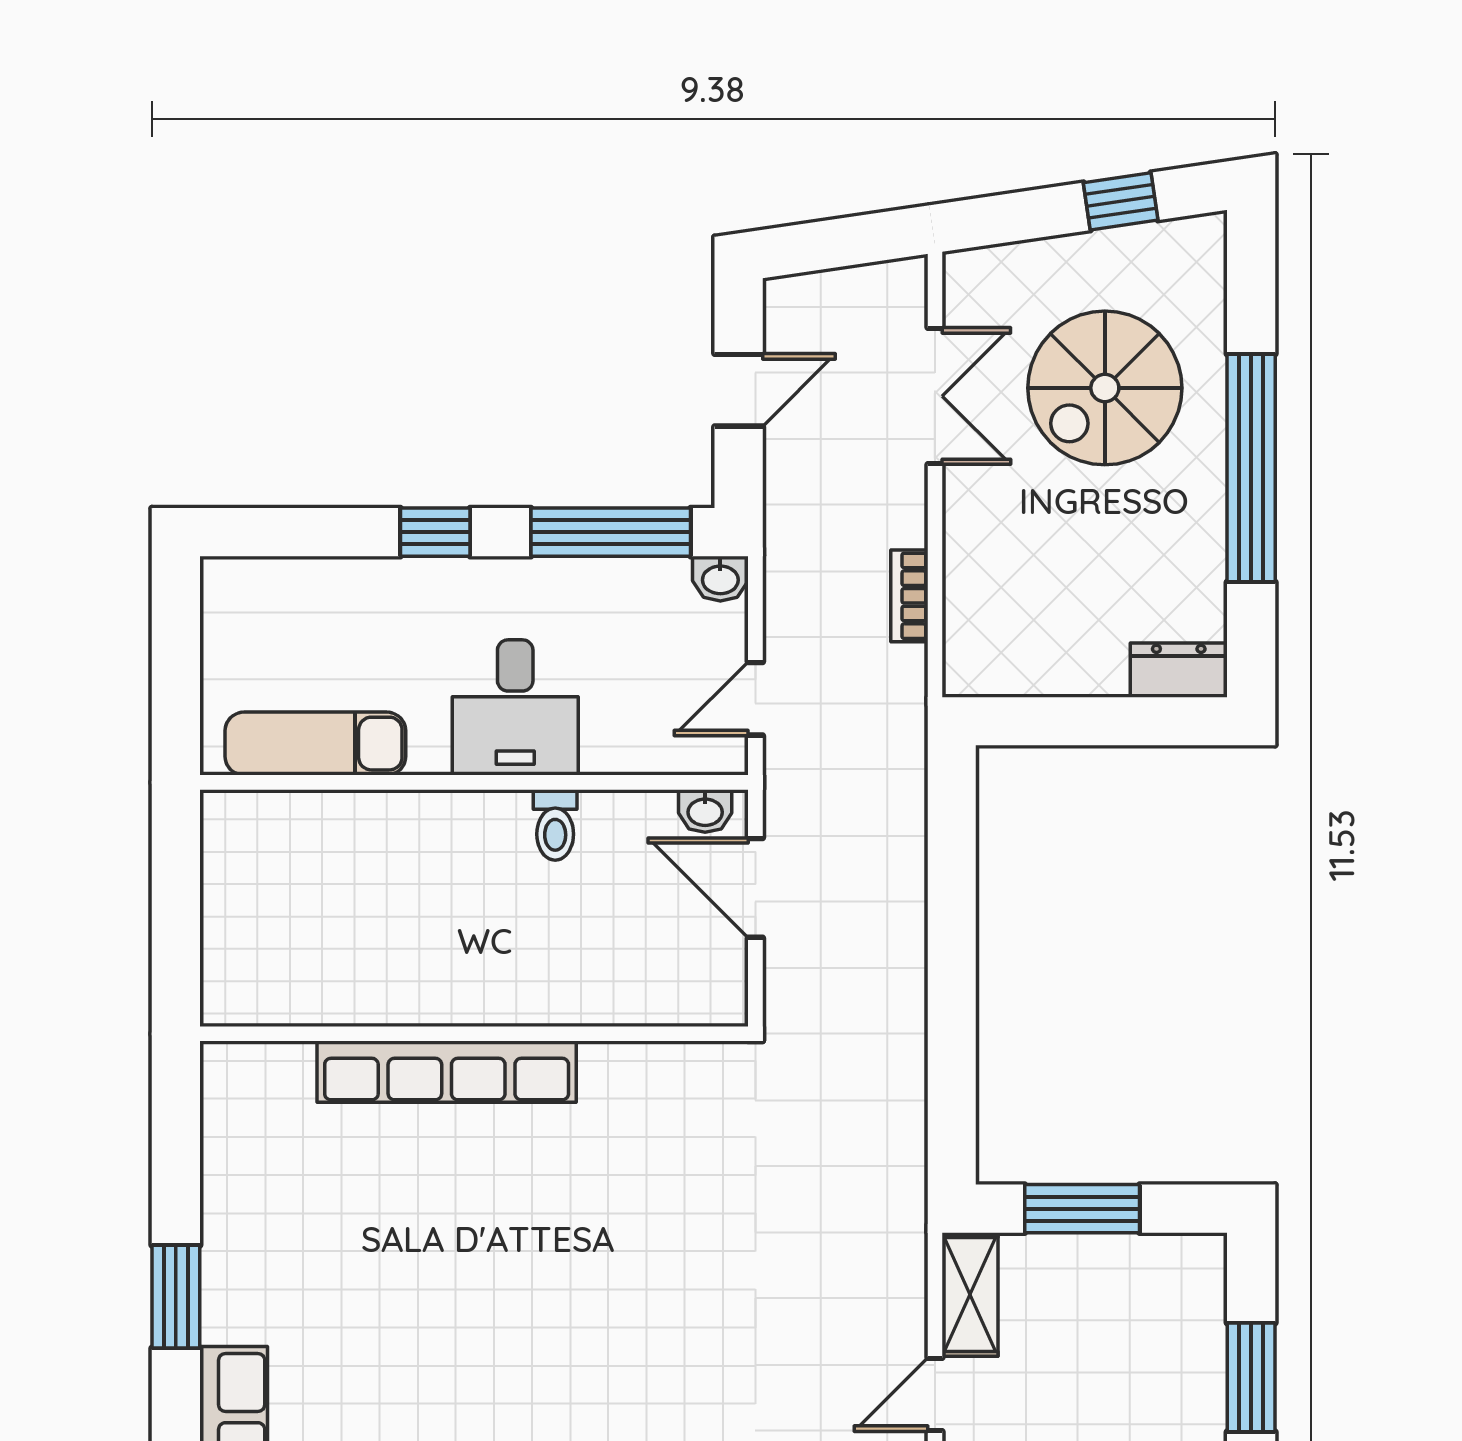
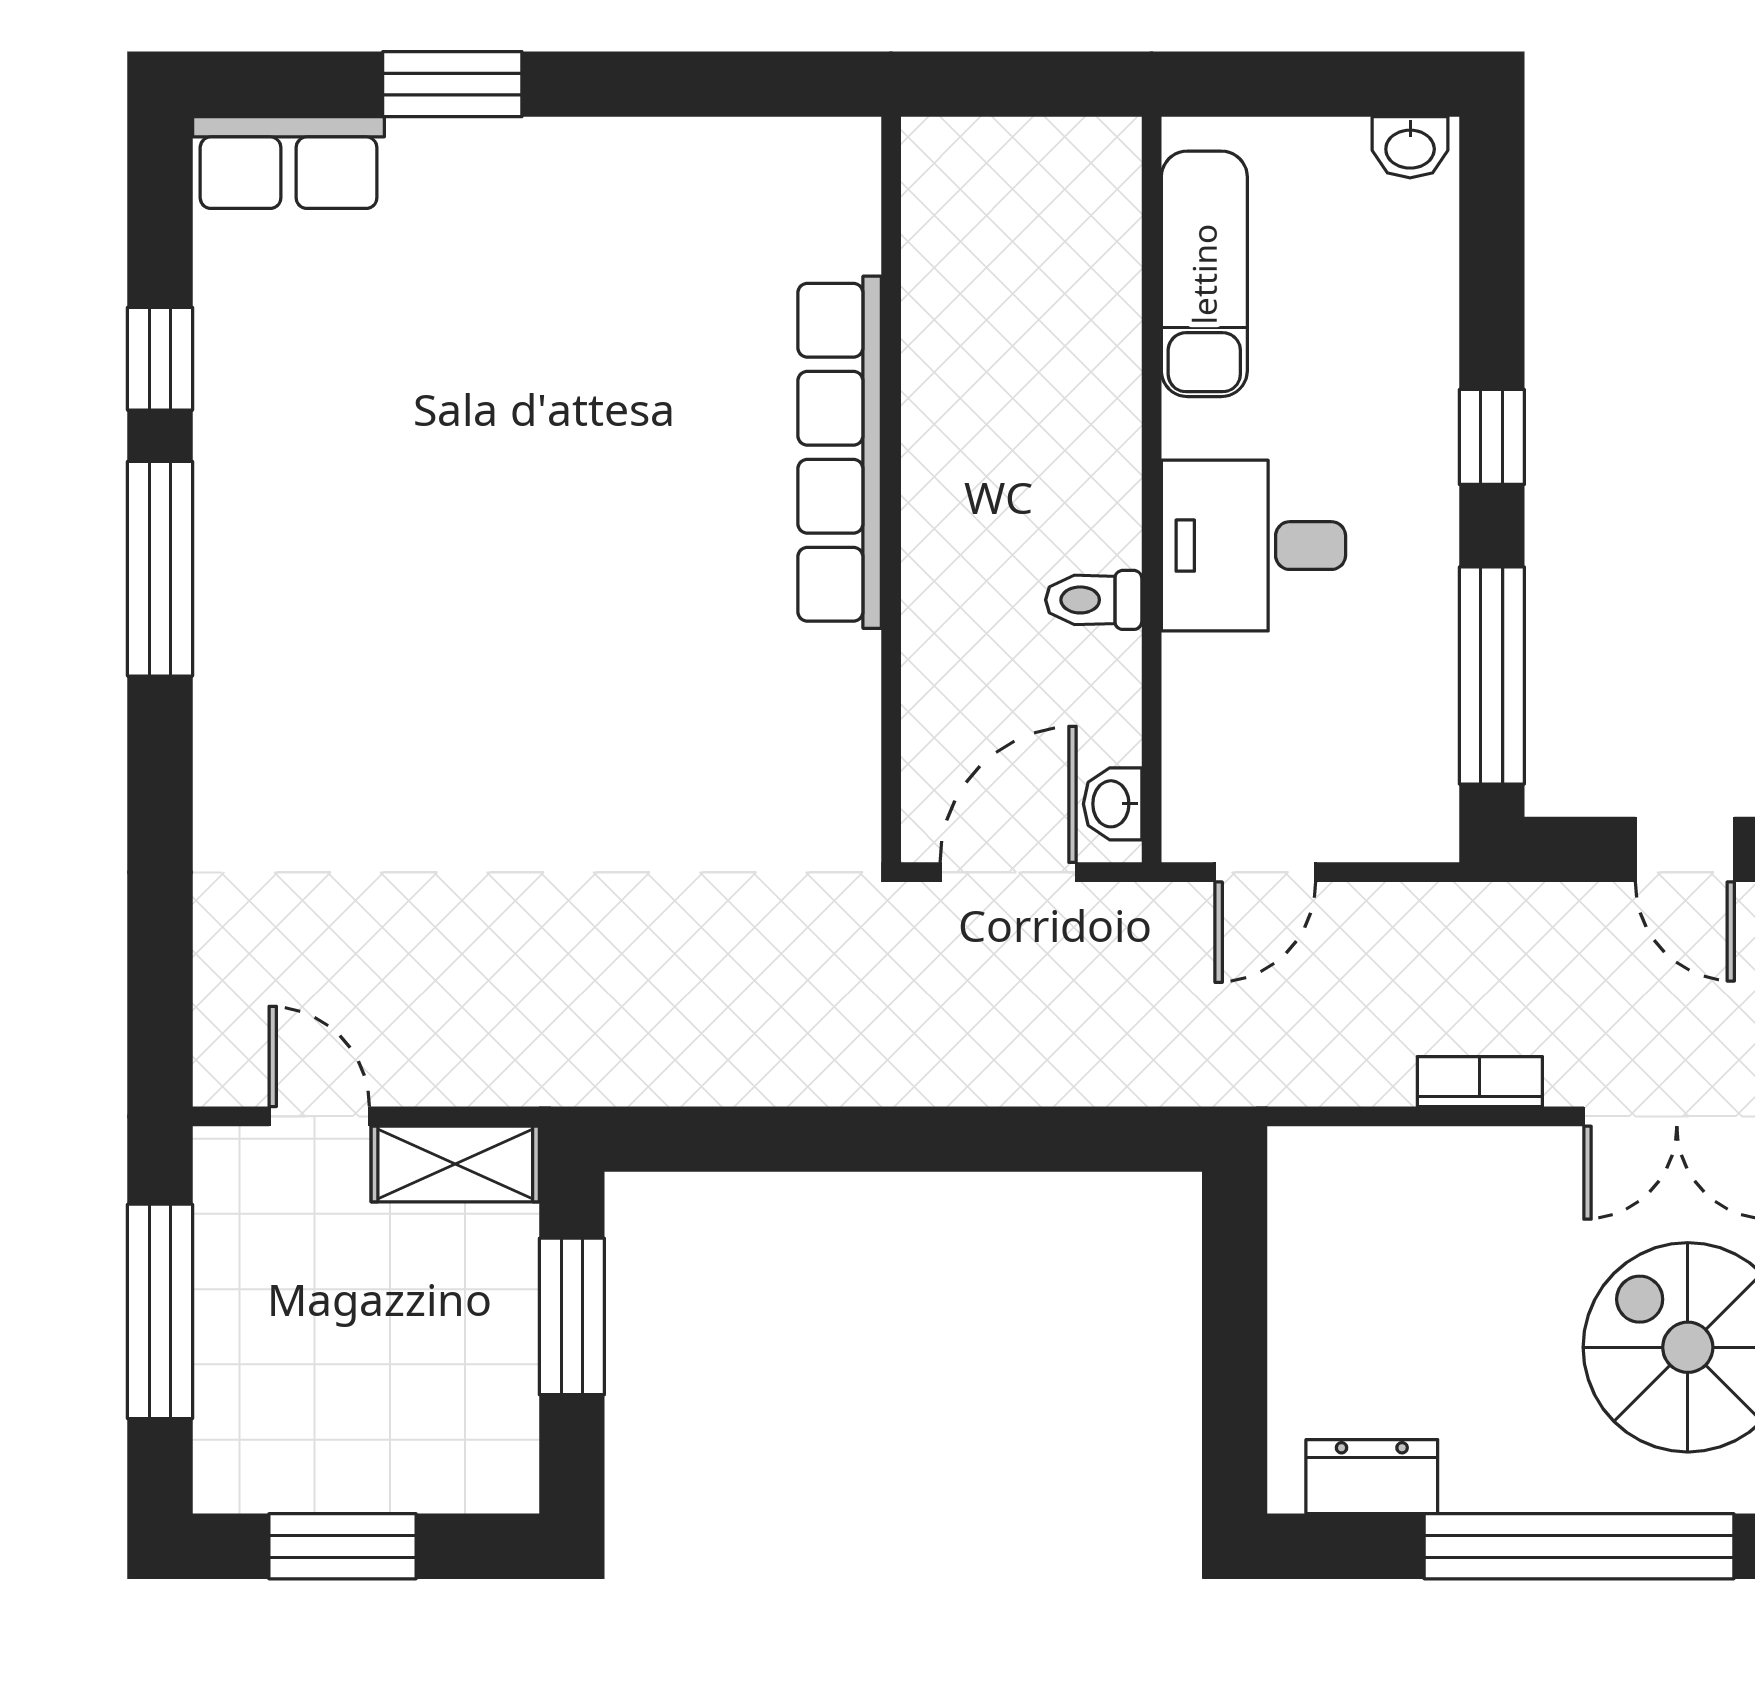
washbasin: (720, 579) -> (1410, 147), moved, turned -90
bookcase: (909, 596) -> (1480, 1082), moved
dresser: (1179, 670) -> (1372, 1477), moved, turned -90
door: (755, 699) -> (1265, 872), swing flipped
wall: (474, 1034) -> (891, 490), moved
row of seats: (447, 1072) -> (840, 452), moved

